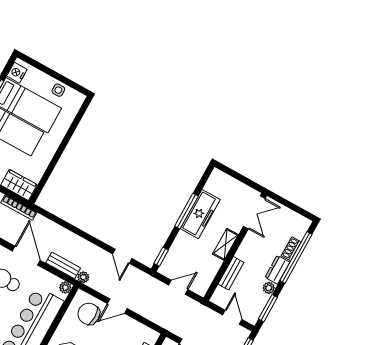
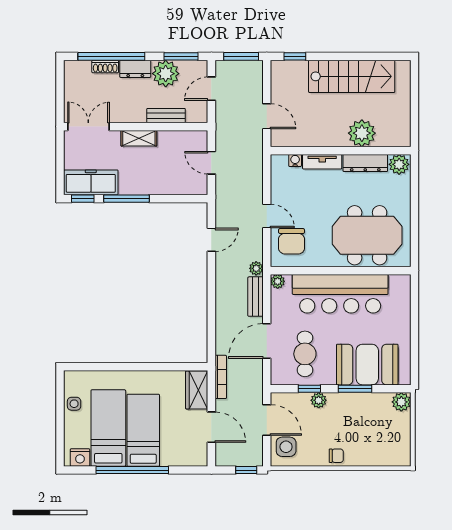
freezer: (200, 214) -> (91, 182), moved
window: (161, 257) -> (83, 199), moved
plant: (269, 288) -> (166, 74), width x1.87, depth x1.87

